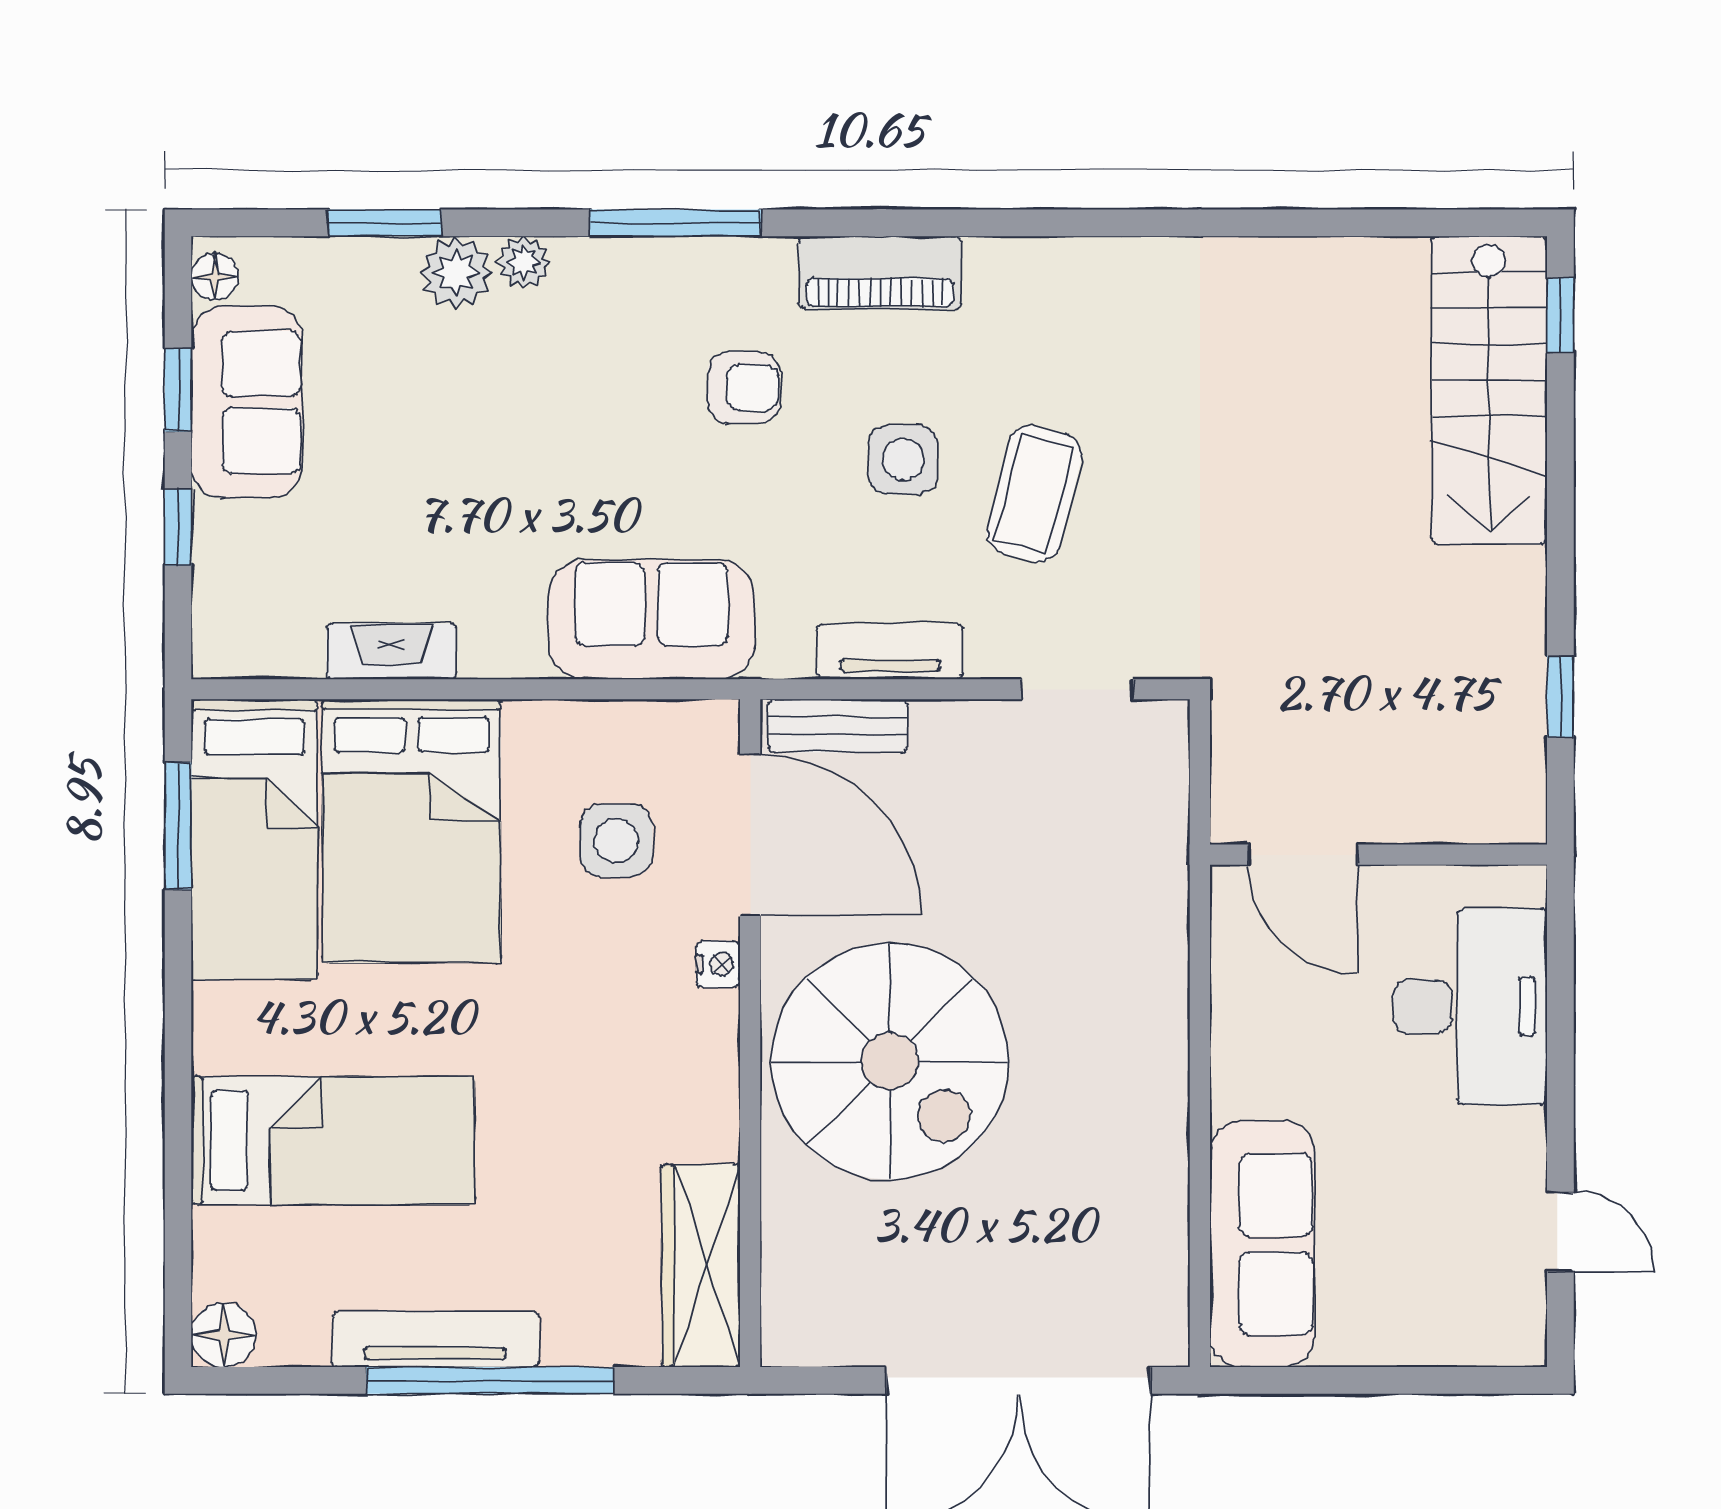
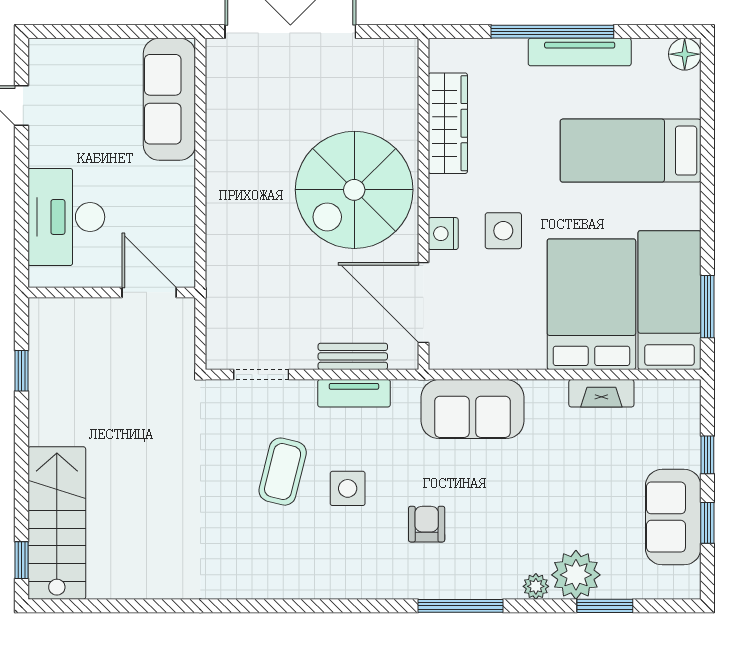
plant: (456, 272) -> (576, 575), width x1.36, depth x1.36
piano: (880, 273) -> (359, 581), removed
floor lamp: (215, 277) -> (689, 579), removed
armchair: (744, 388) -> (427, 524), turned 90
bench: (838, 726) -> (353, 356), moved
side table: (616, 841) -> (503, 231), moved
nightstand: (718, 964) -> (443, 234), width x1.39, depth x1.35
spiral stairs: (890, 1061) -> (354, 190), turned -90
wardrobe: (701, 1266) -> (448, 123), moved

